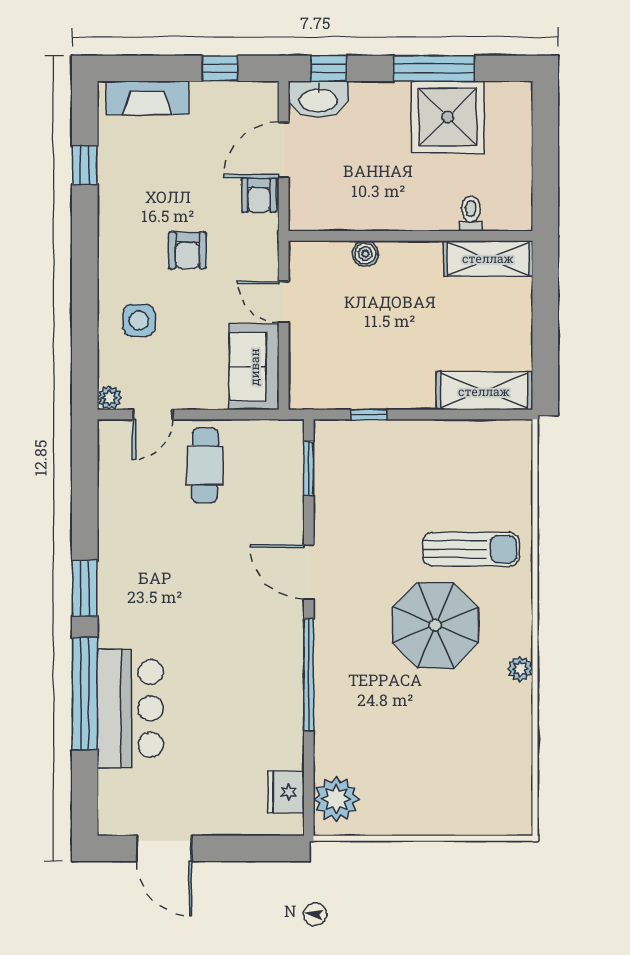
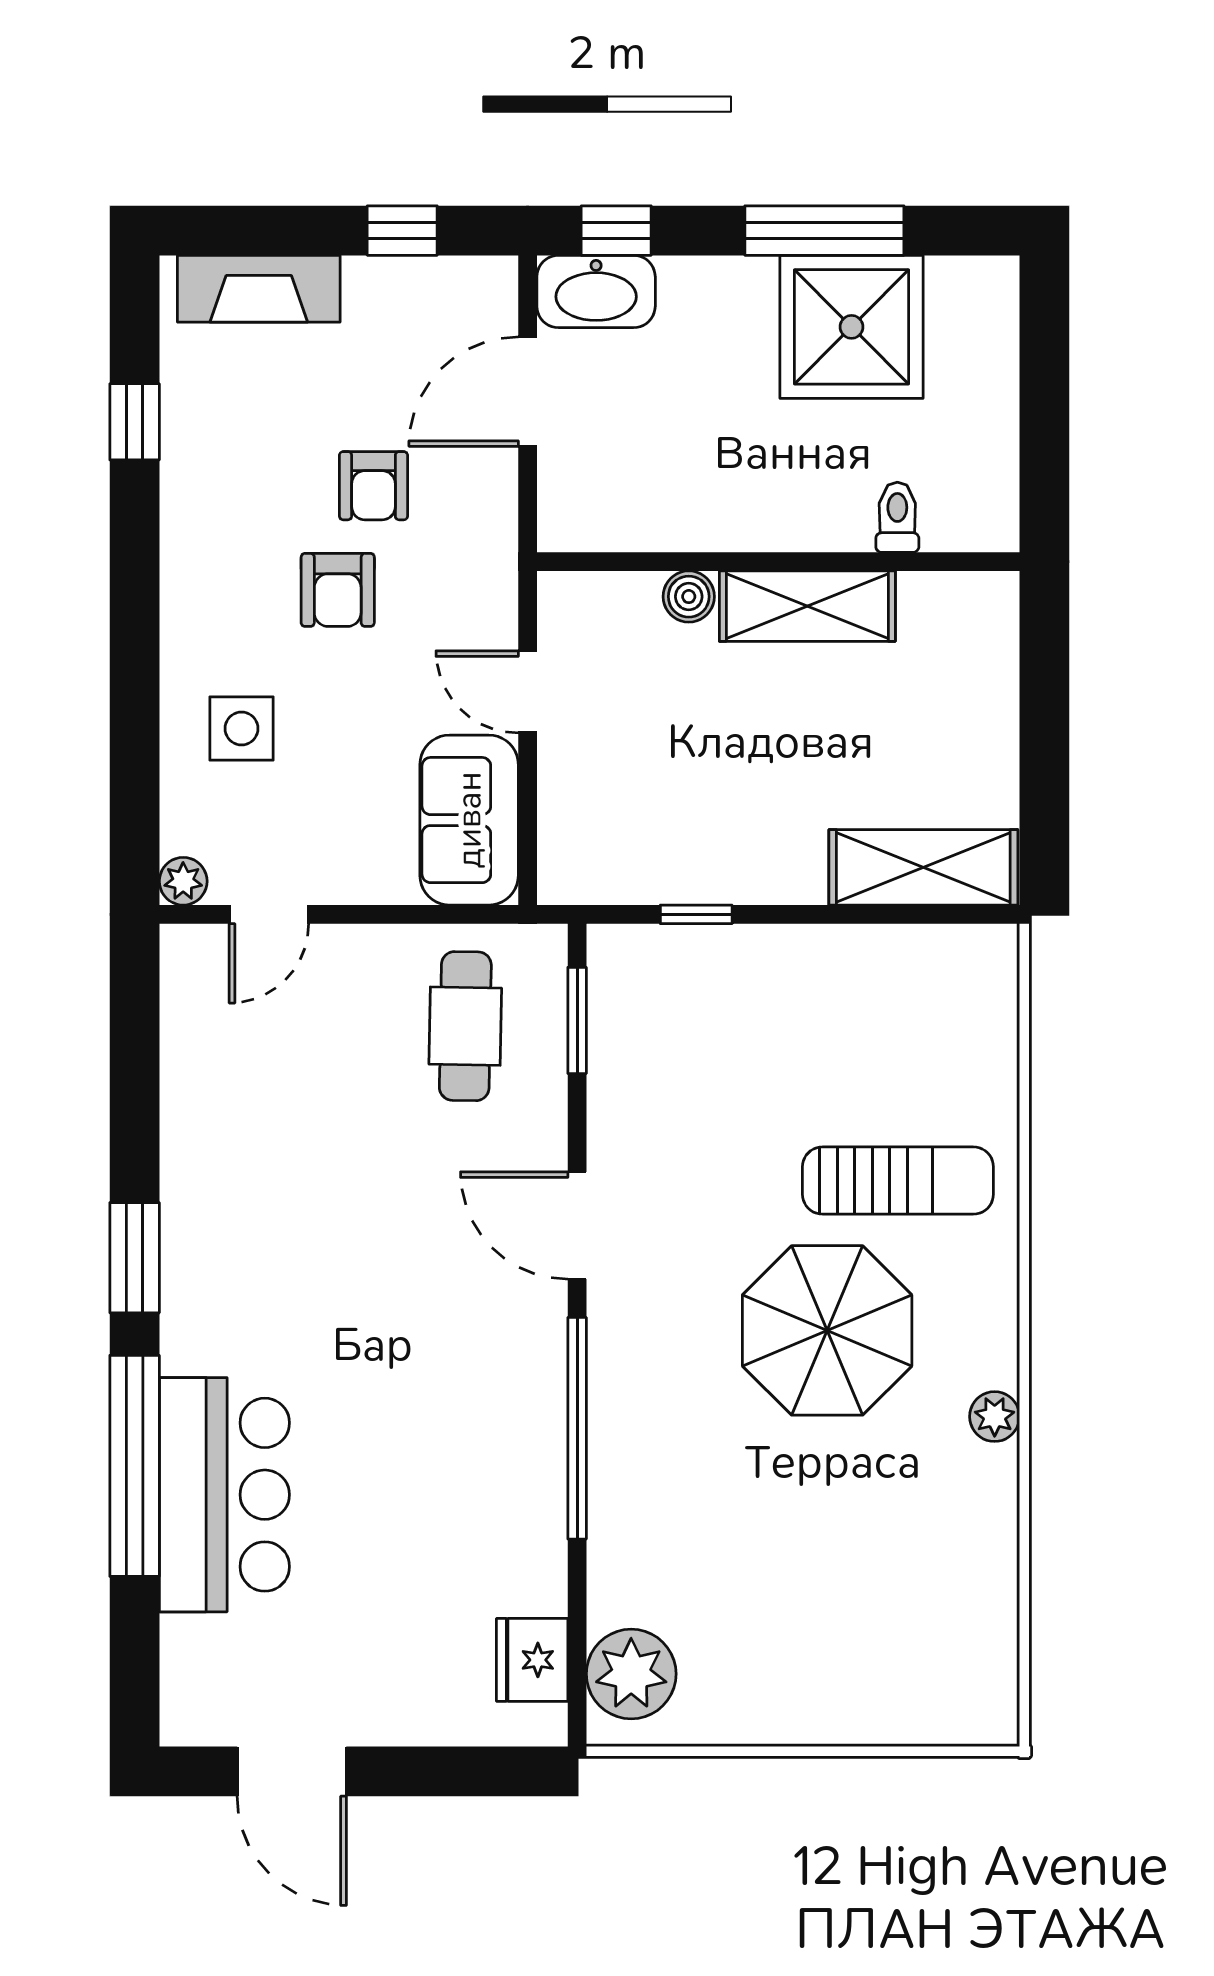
armchair: (259, 195) -> (373, 486), moved
shelving: (488, 258) -> (807, 606), moved
cafe table: (205, 465) -> (465, 1026), moved

